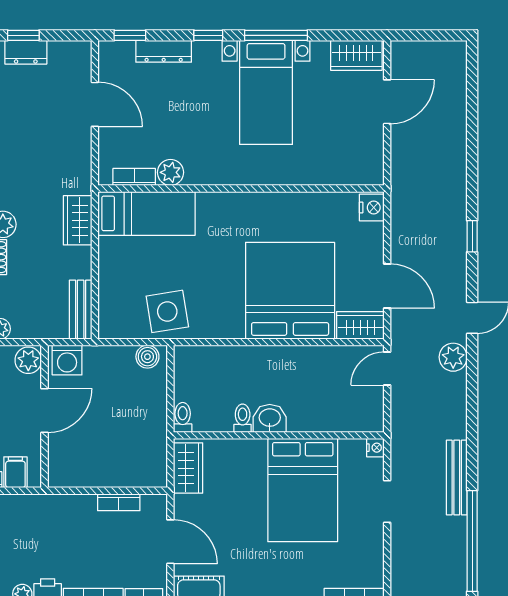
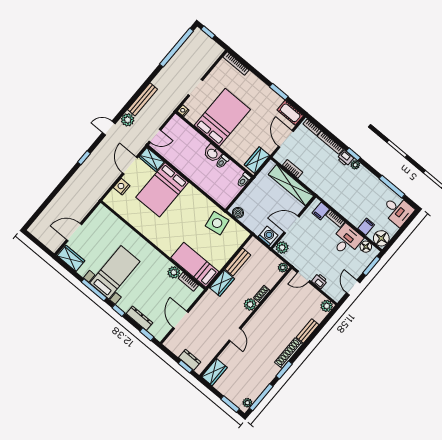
nightstand: (372, 208) -> (122, 187), moved
bed: (290, 291) -> (162, 190), width x0.73
bench: (81, 310) -> (238, 262), moved
shelving: (99, 474) -> (291, 185), added
bench: (457, 477) -> (143, 99), moved

